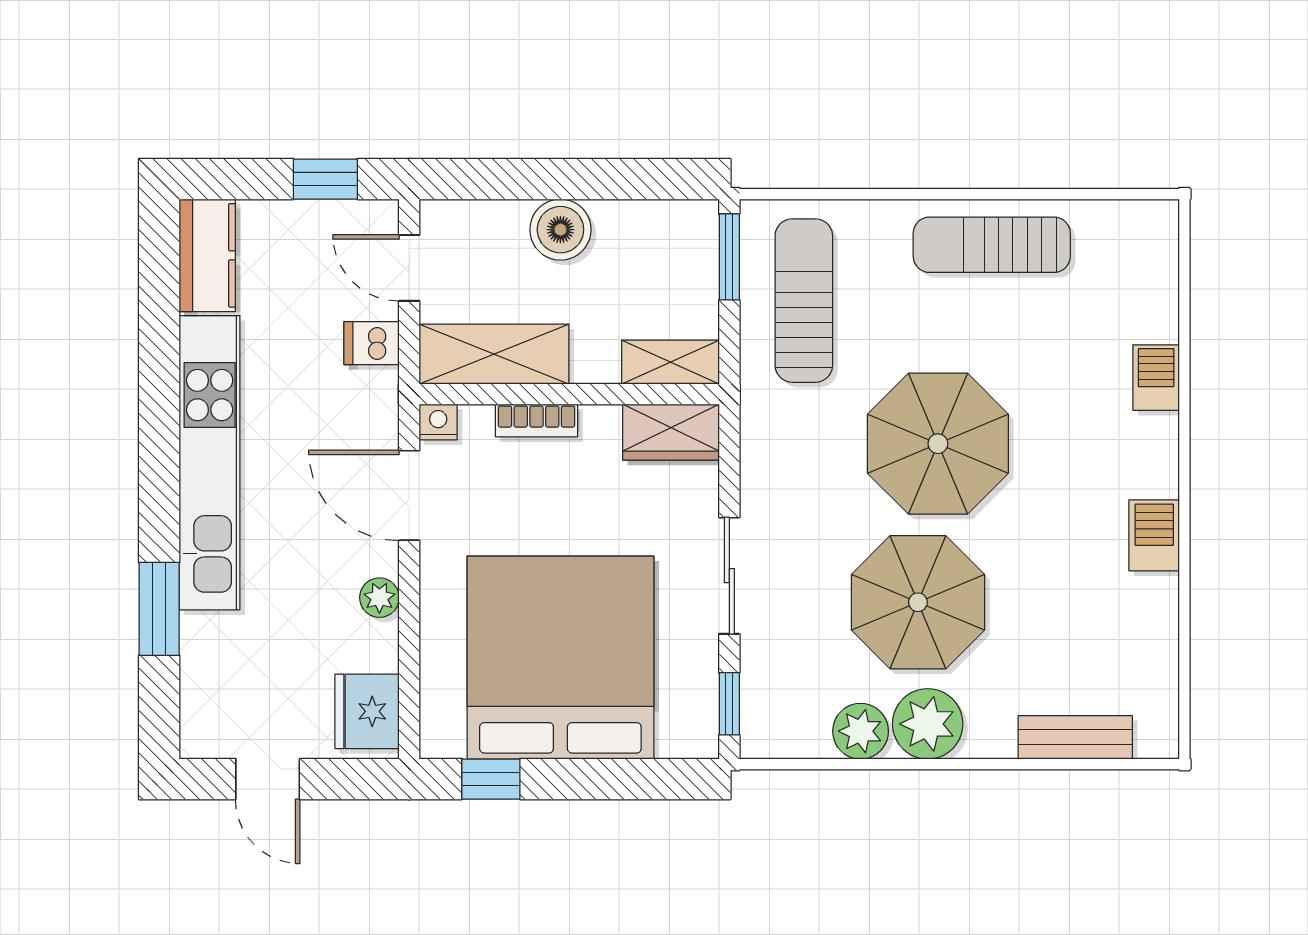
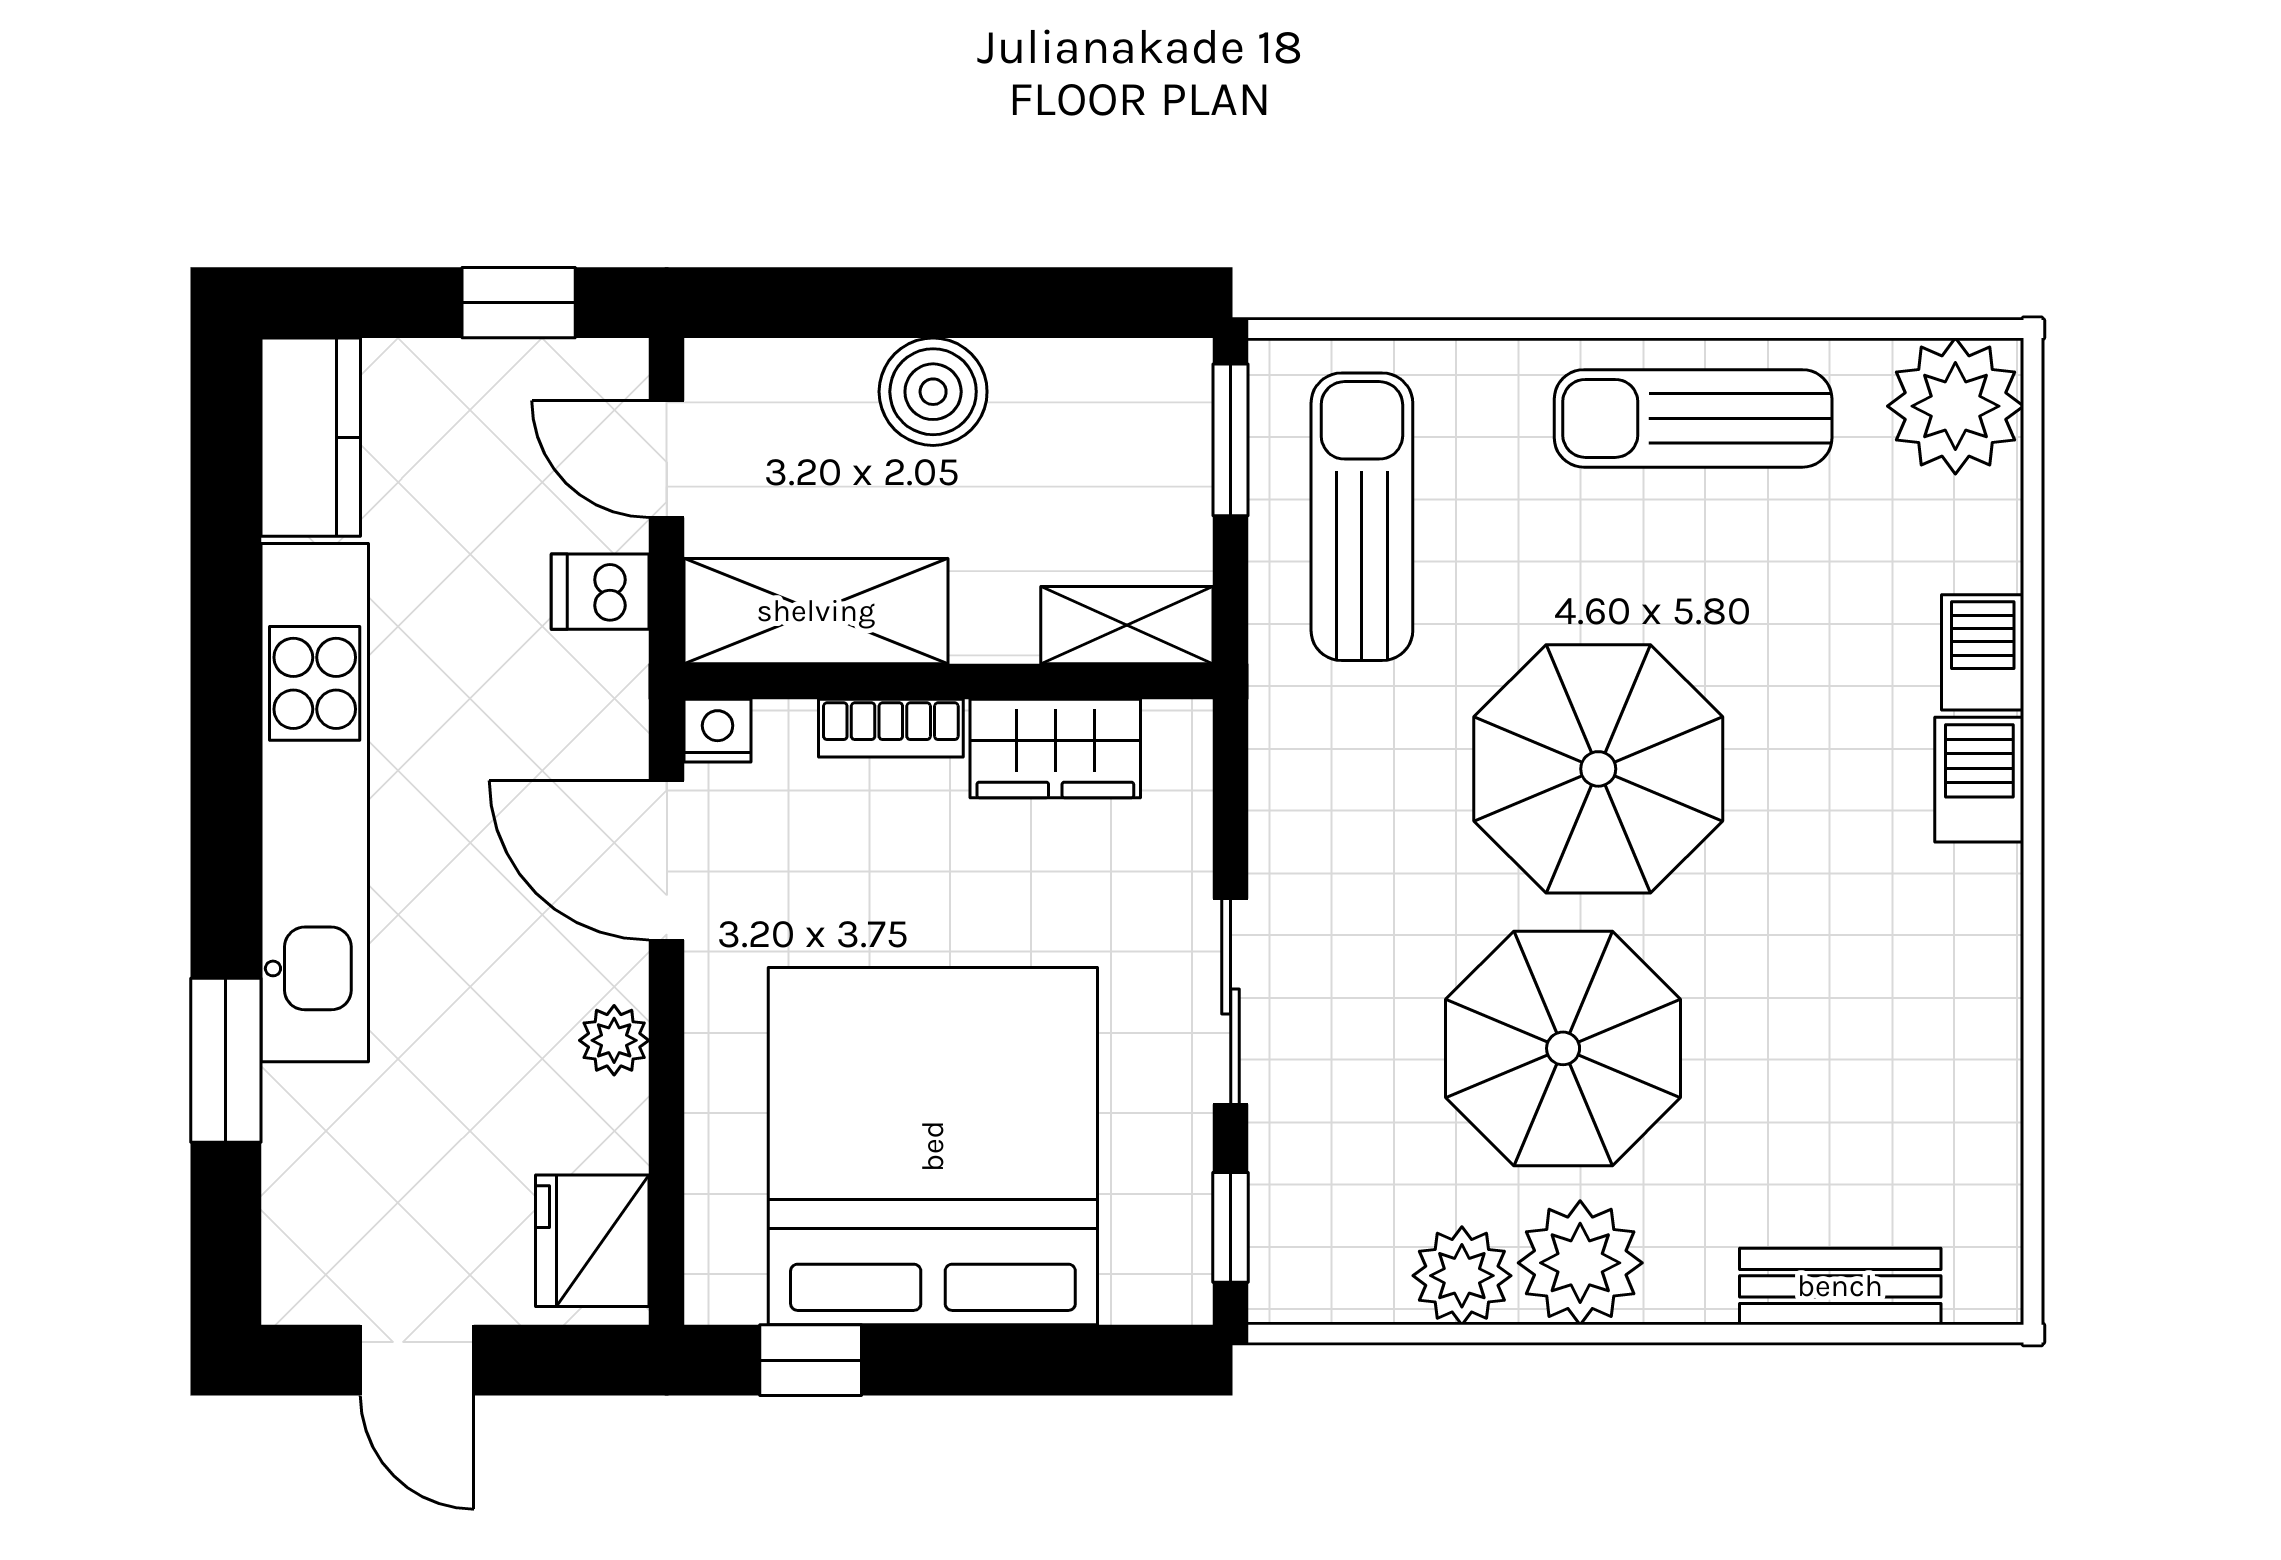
plant: (1141, 238) -> (1955, 406), added
wardrobe: (671, 432) -> (1055, 749), moved
barbecue: (1154, 535) -> (1979, 780), moved

